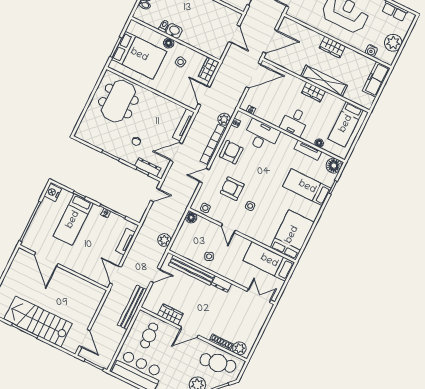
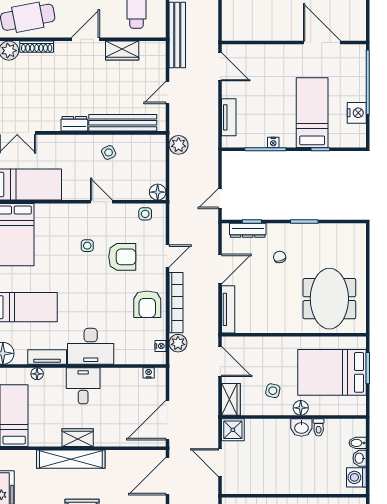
shower: (217, 50) -> (233, 430), added
desk: (261, 135) -> (91, 346), moved
nightstand: (53, 192) -> (357, 113), moved

